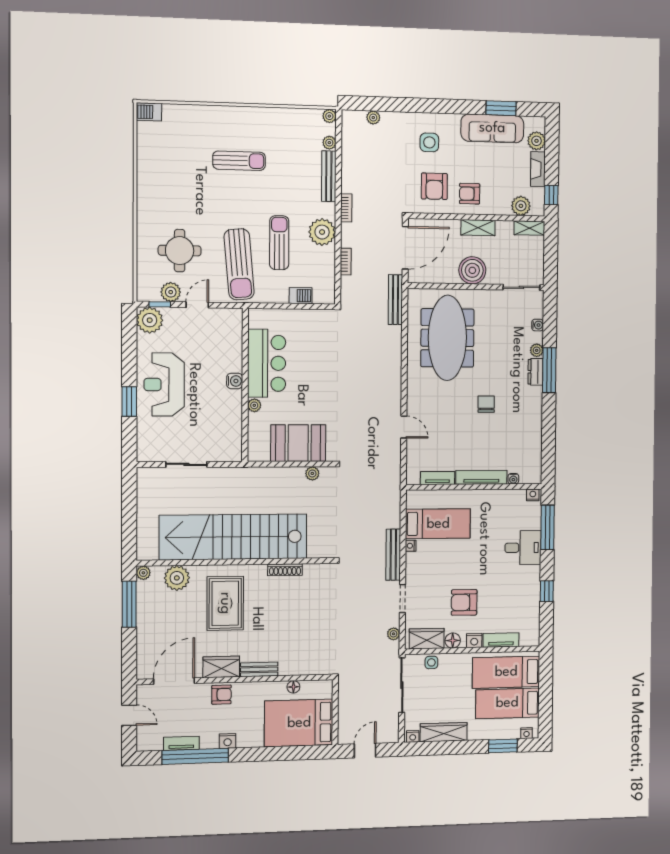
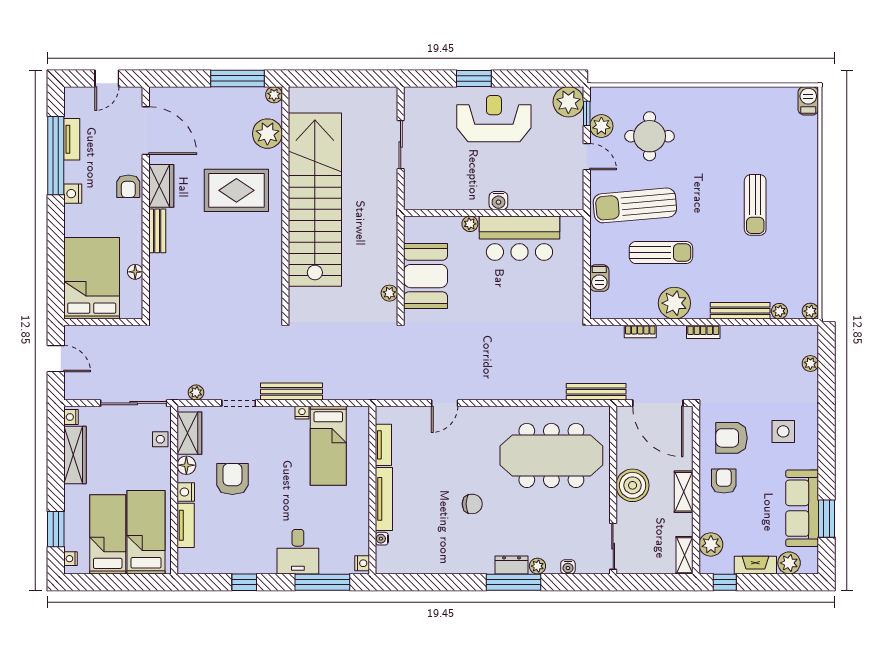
shoe rack: (285, 570) -> (275, 261), removed

